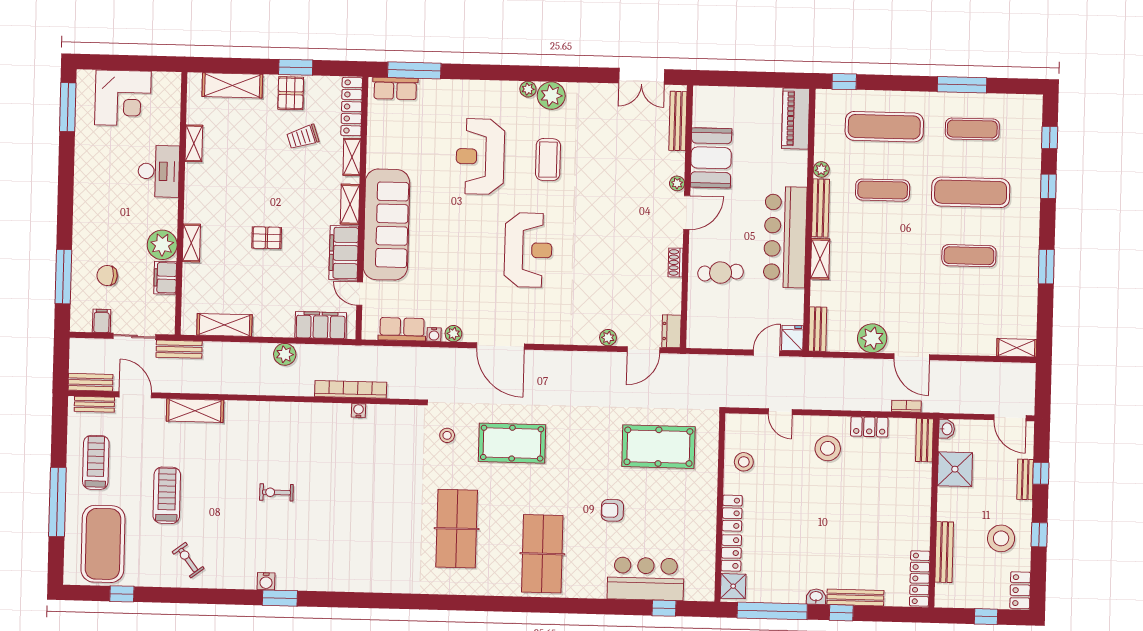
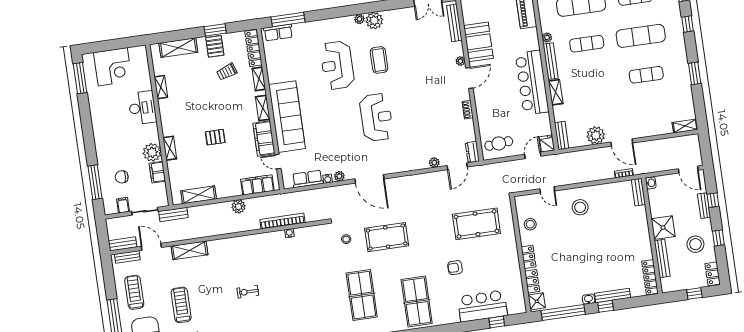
cafe table: (721, 273) -> (499, 143), moved
locker: (869, 427) -> (603, 190), removed
shower: (955, 469) -> (663, 228), moved

